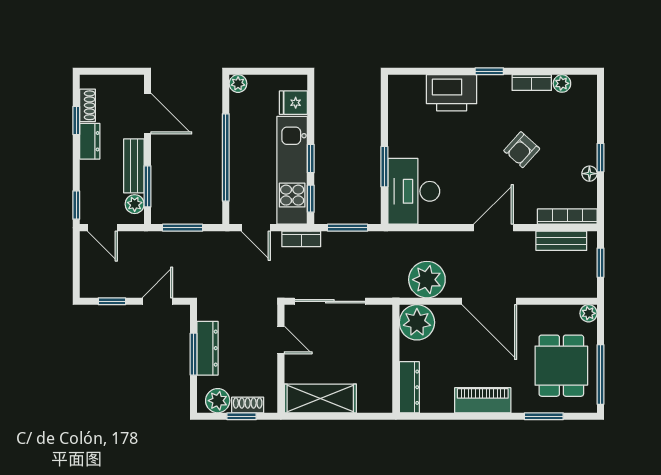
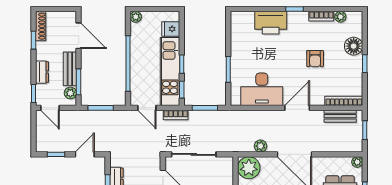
shoe rack: (88, 105) -> (41, 26), width x1.43
dresser: (90, 141) -> (42, 72), moved
armchair: (522, 150) -> (315, 59), turned -42
floor lamp: (589, 174) -> (354, 46), moved, width x1.89, depth x1.89
desk: (414, 191) -> (262, 89), moved, turned -90
plant: (427, 280) -> (261, 146), width x0.53, depth x0.53

